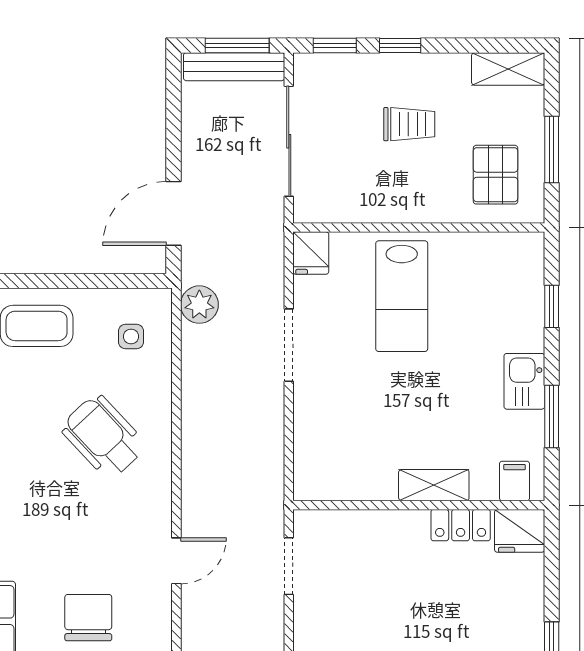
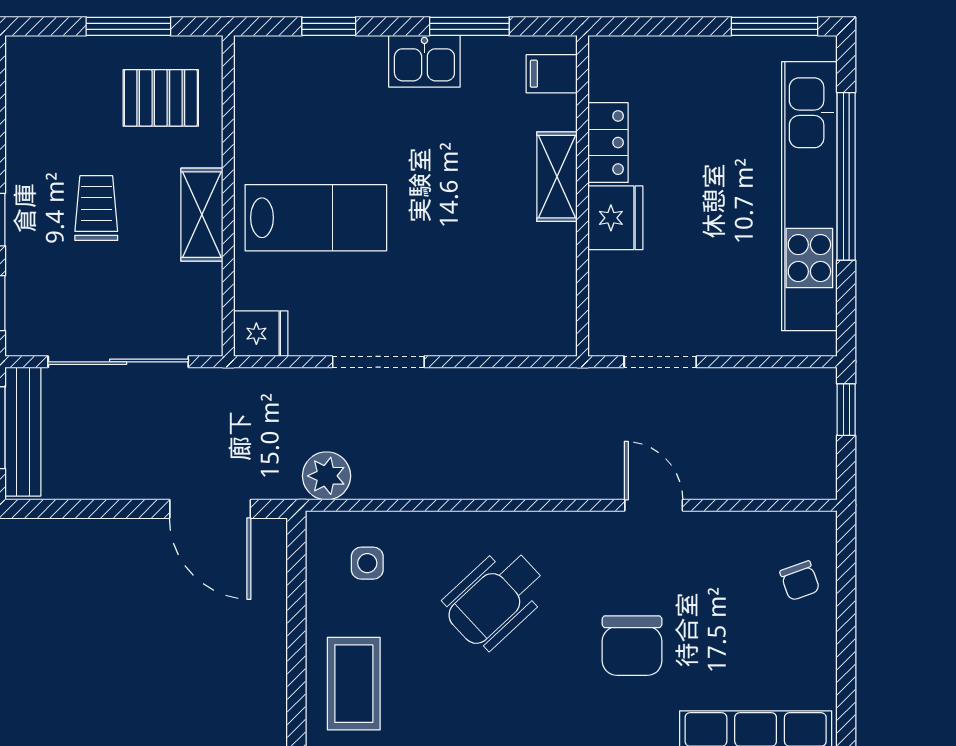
shelving: (508, 69) -> (202, 215), moved
fridge: (520, 531) -> (615, 218), moved
chair: (88, 618) -> (632, 646), moved, turned -90

